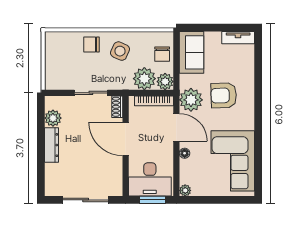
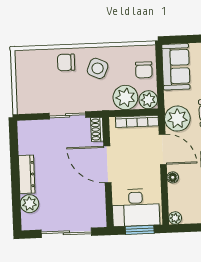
plant: (53, 118) -> (30, 204), moved

